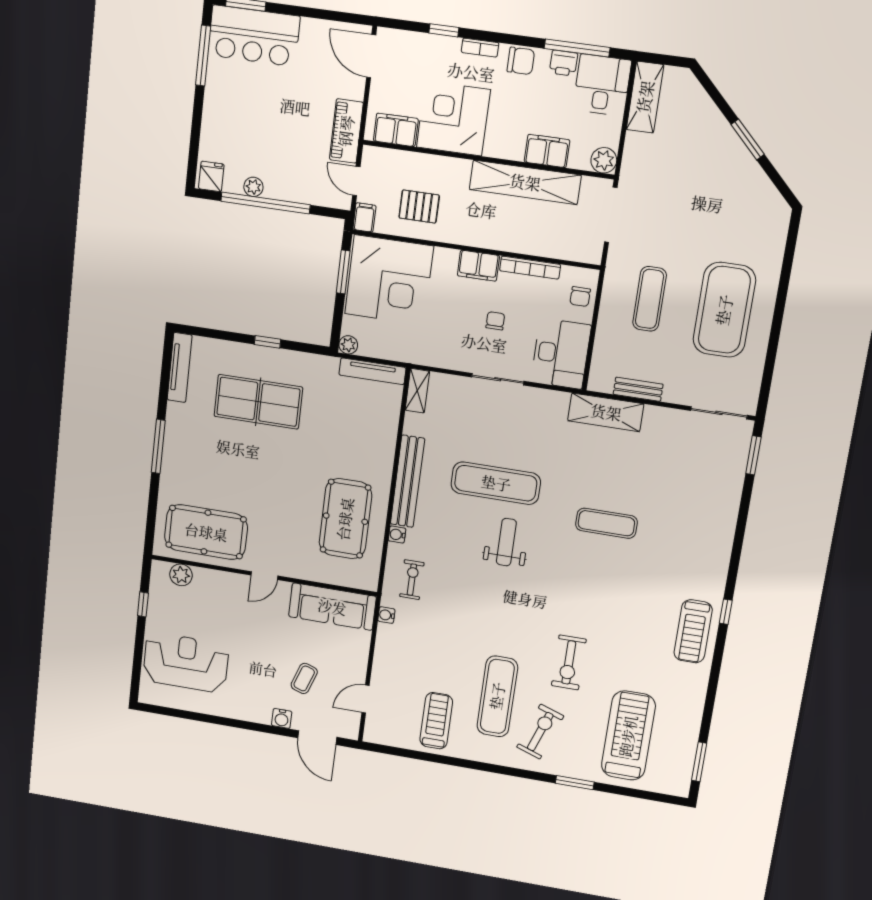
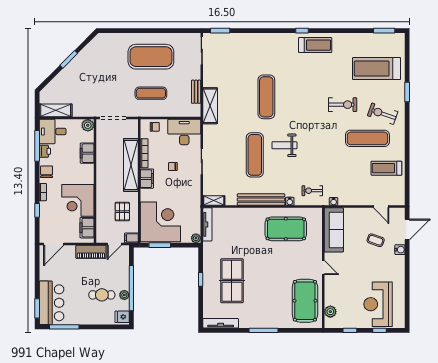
cafe table: (259, 142) -> (102, 295), added
shelving: (525, 182) -> (131, 165), moved
exercise mat: (606, 523) -> (266, 97), width x1.36, depth x1.45
window: (138, 657) -> (380, 330), added

